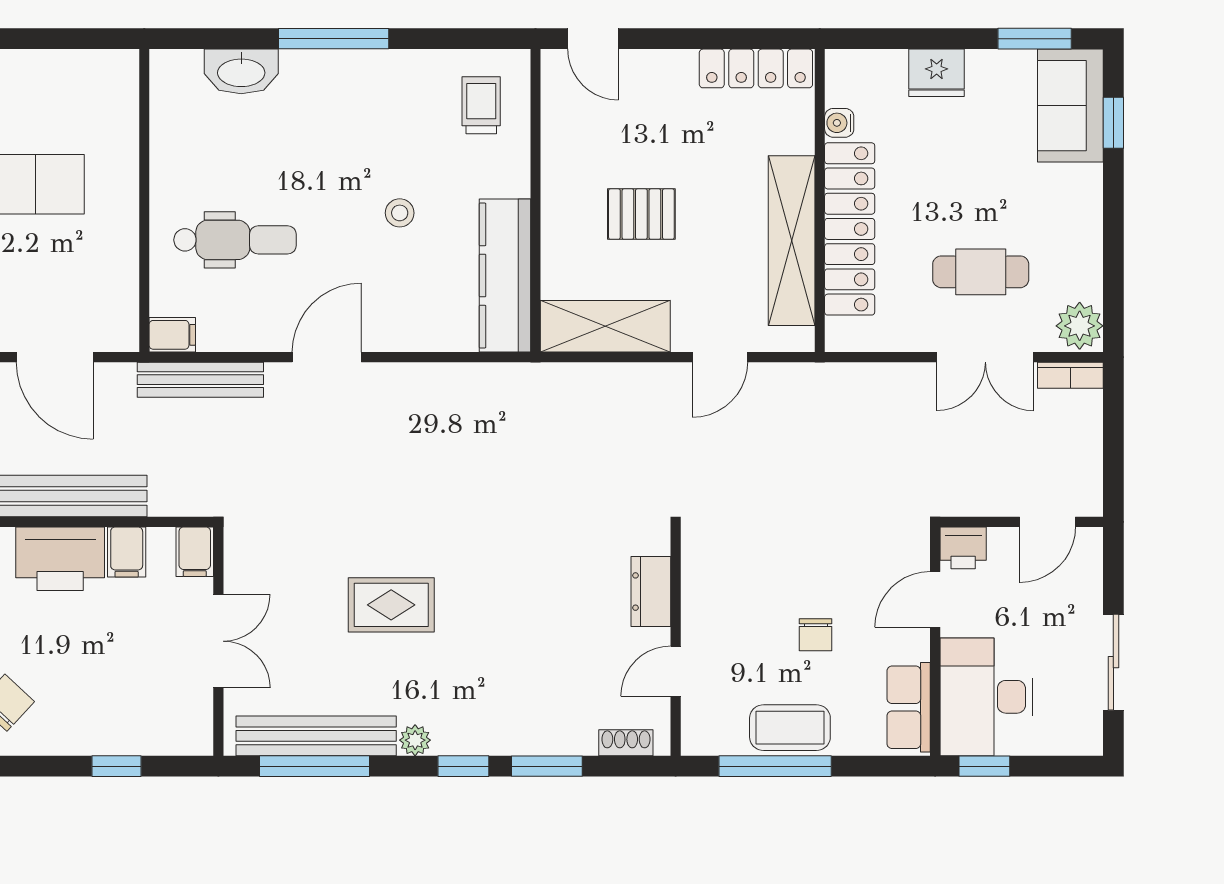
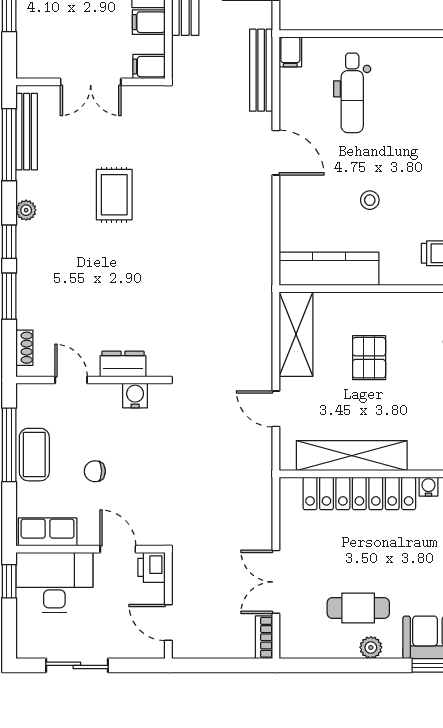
cafe table: (981, 272) -> (358, 608), moved, turned 90
plant: (1080, 326) -> (371, 647), moved, width x0.73, depth x0.73
water cooler: (700, 573) -> (135, 396), added
bench: (316, 736) -> (27, 132), width x0.73, depth x0.82

